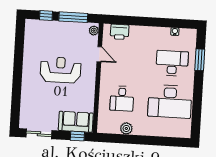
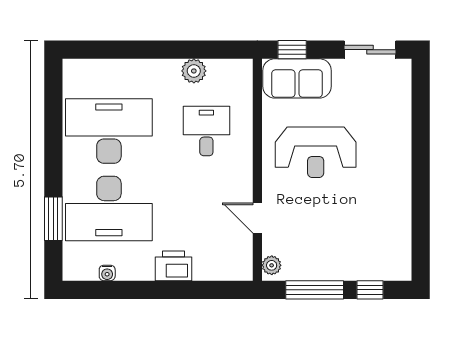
printer: (120, 32) -> (174, 266), moved
desk: (172, 63) -> (109, 209), width x1.36, depth x1.30
reception desk: (61, 70) -> (316, 152), moved

